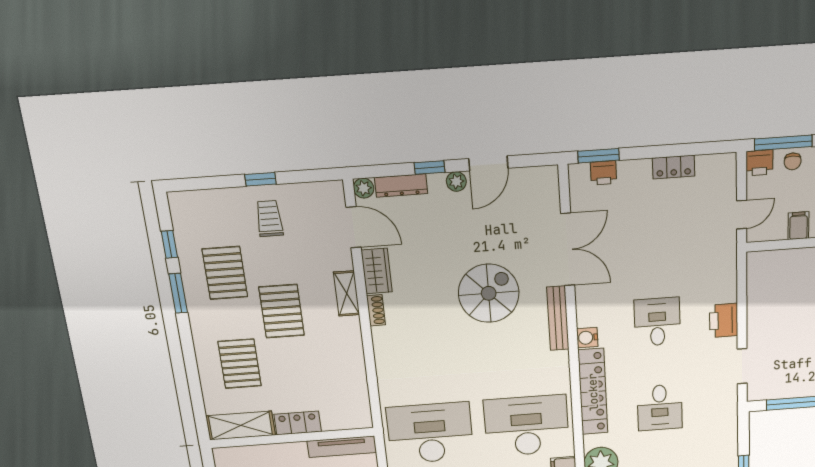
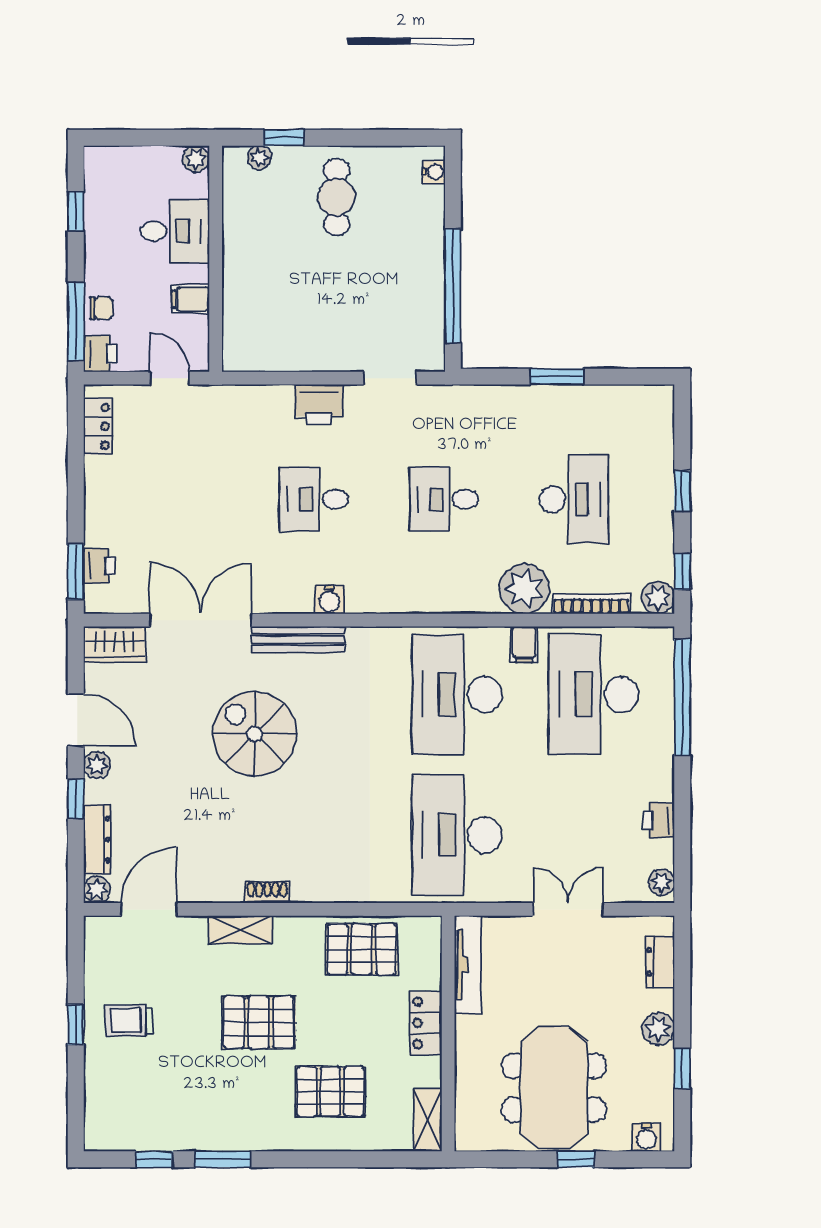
locker: (674, 167) -> (98, 426), moved
wardrobe: (377, 271) -> (115, 644), moved, turned 180
pallet: (225, 273) -> (362, 949), moved
locker: (593, 392) -> (412, 595), removed
desk: (660, 407) -> (444, 499), turned 180
shelving: (241, 425) -> (428, 1120), width x0.67, depth x0.75

